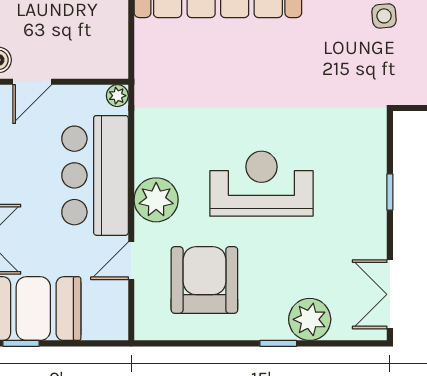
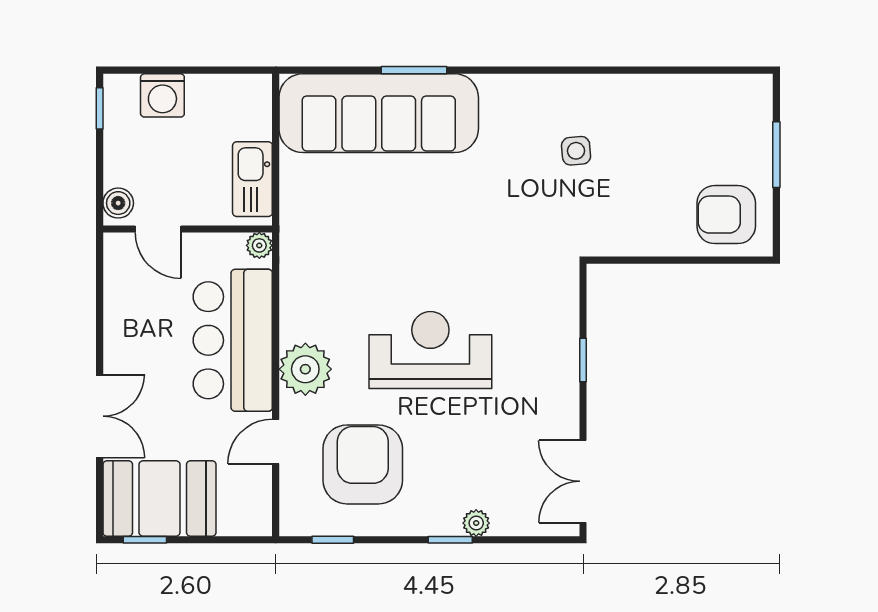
kitchen sink: (112, 40) -> (252, 179), added
door: (32, 82) -> (158, 229), hinge flipped
plant: (310, 319) -> (476, 523), width x0.53, depth x0.53
window: (179, 343) -> (333, 540), added

